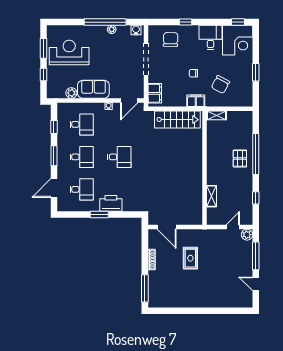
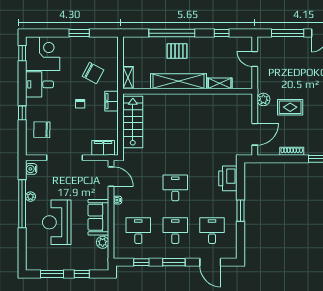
reception desk: (69, 52) -> (57, 222), moved
shelving: (213, 160) -> (179, 81), added
printer: (111, 203) -> (228, 178), moved
plant: (247, 235) -> (263, 99), moved

